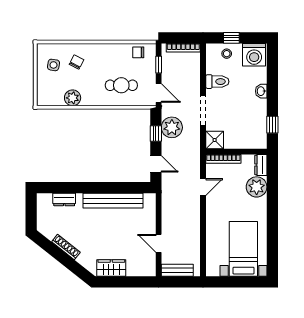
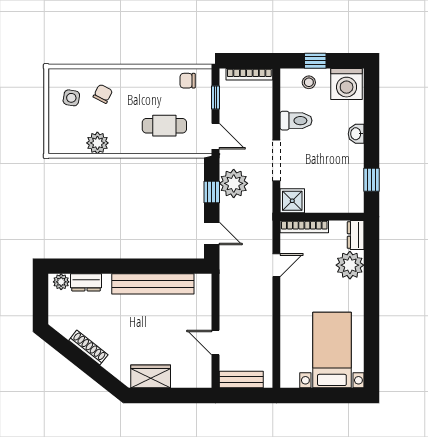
plant: (46, 199) -> (61, 282), added

